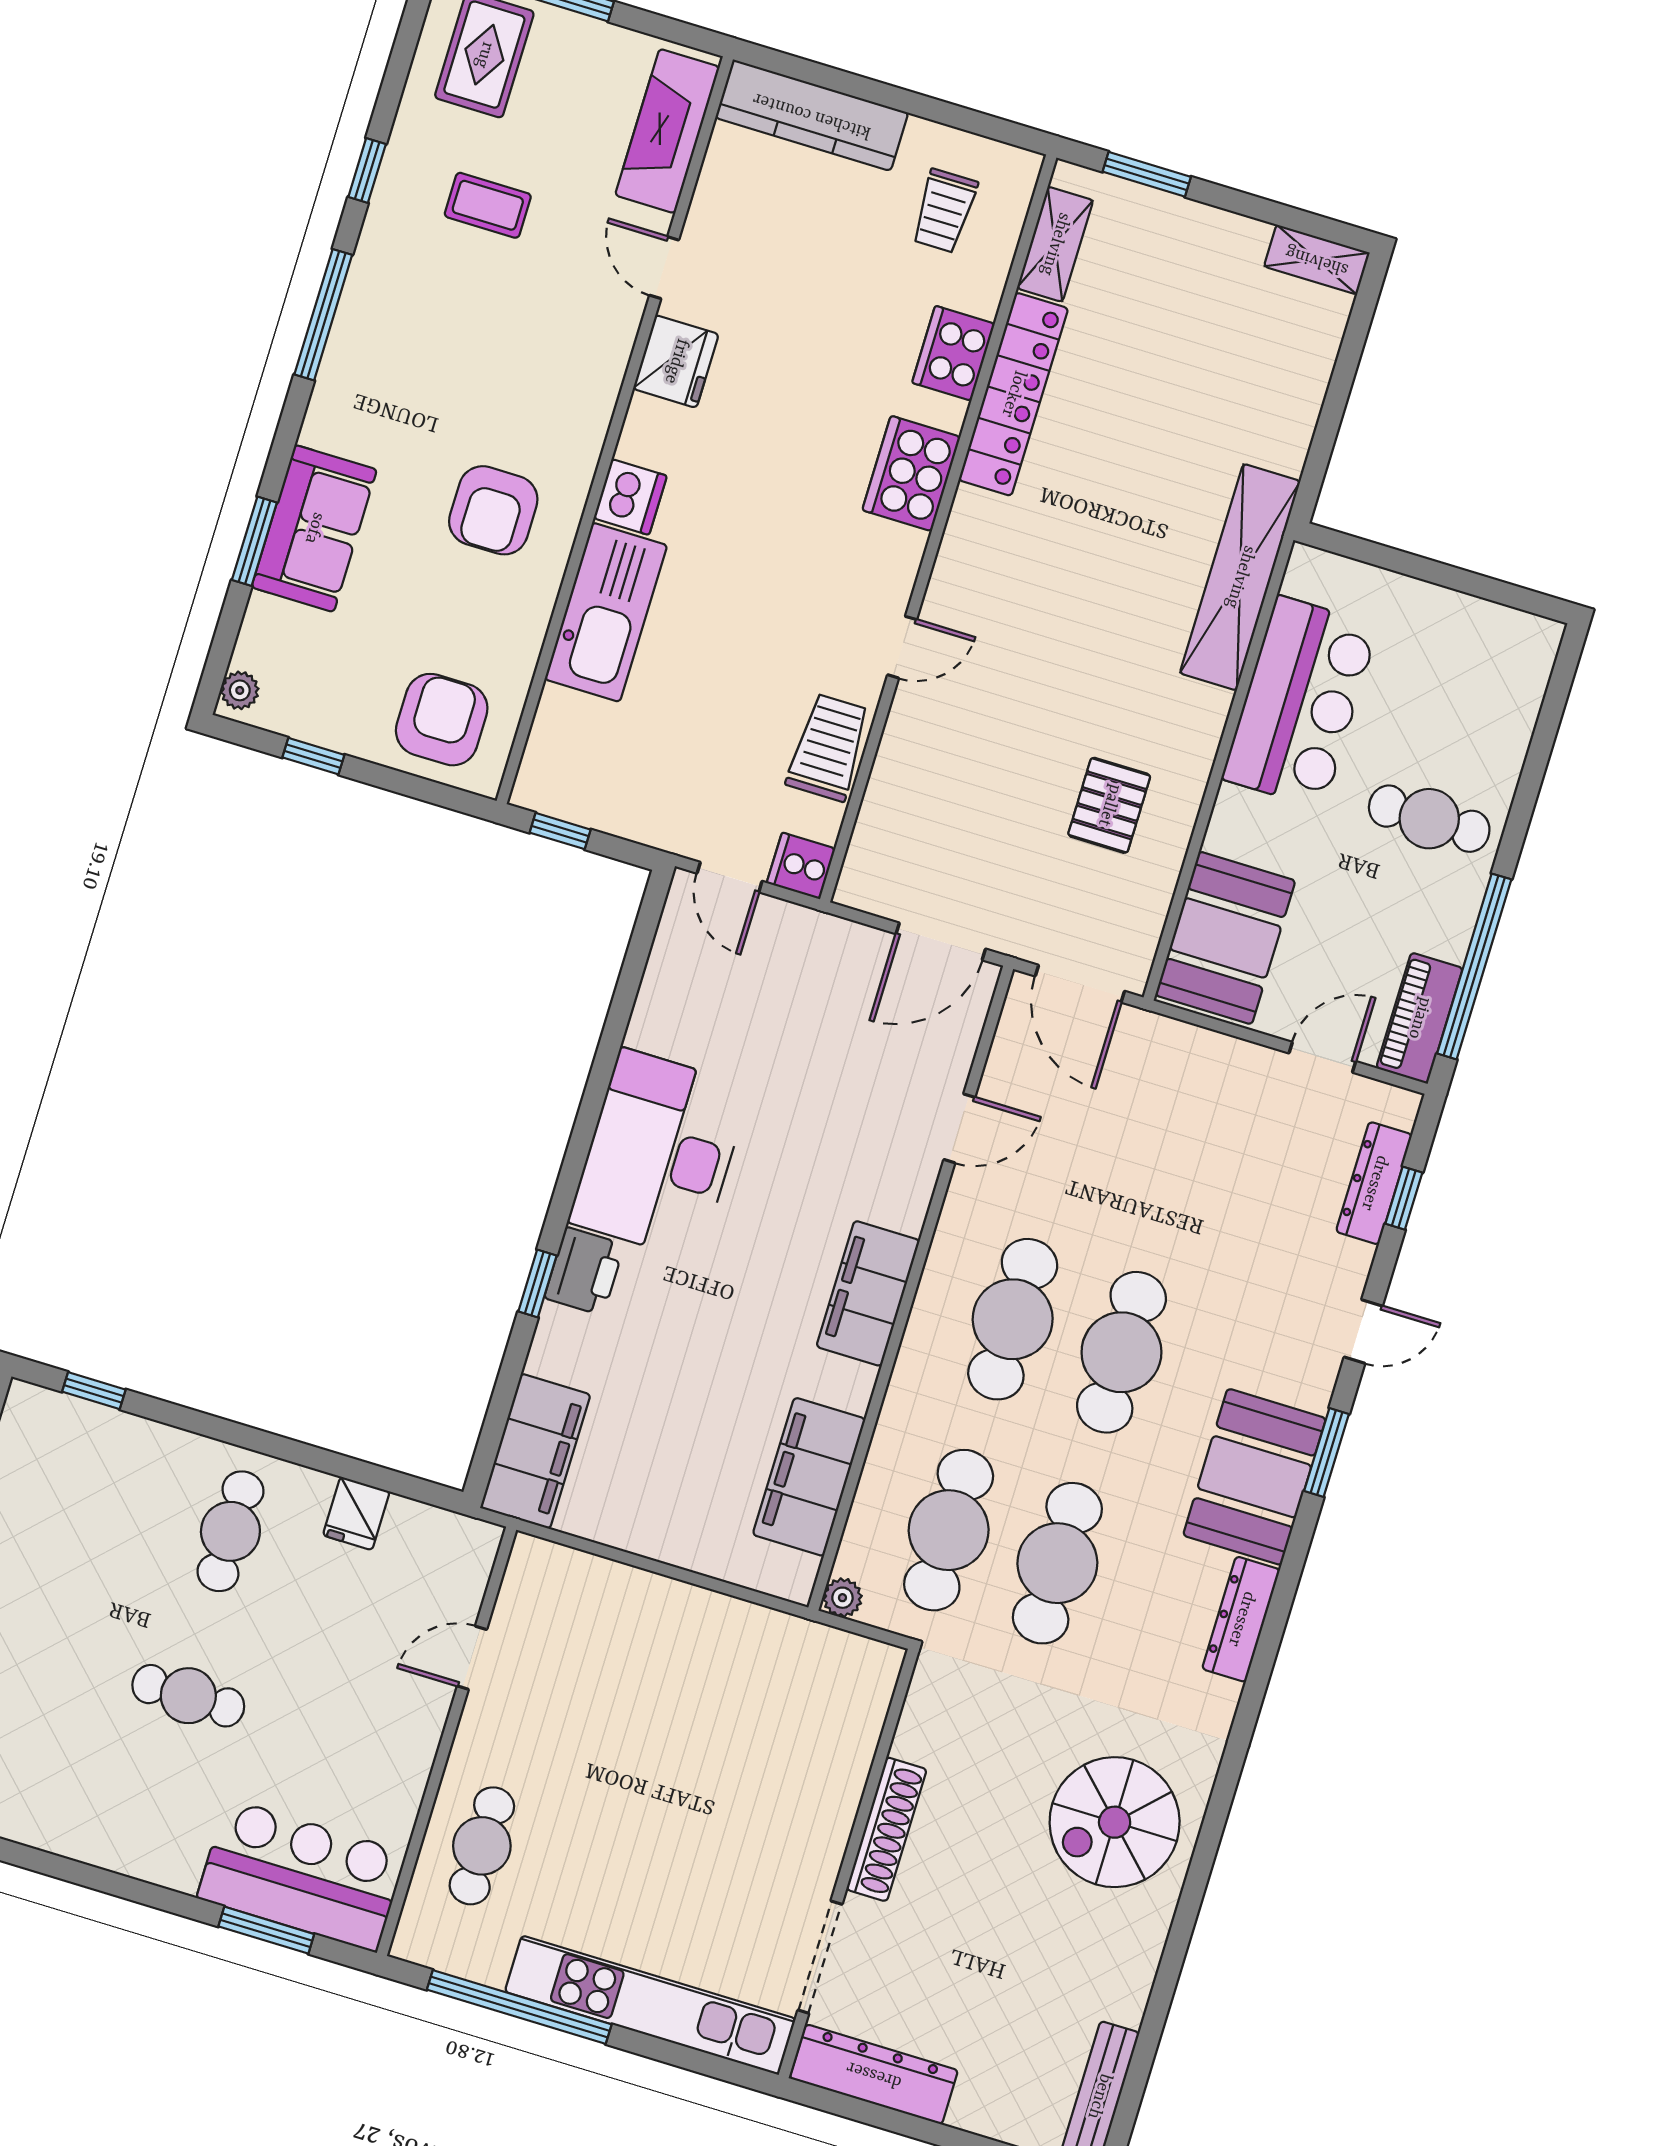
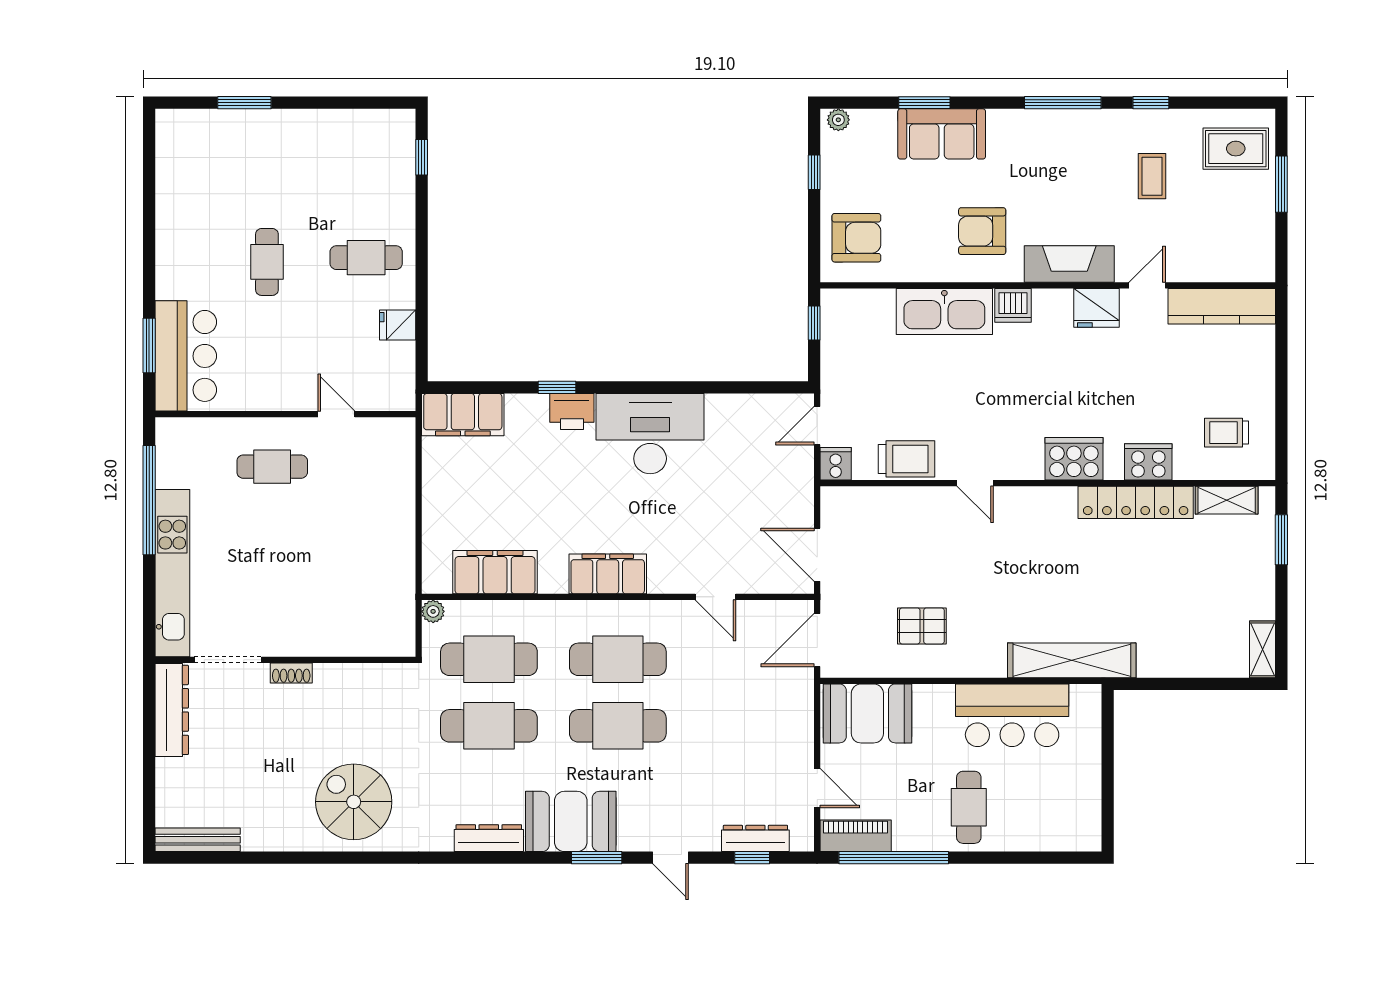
kitchen counter: (812, 115) -> (1222, 306), moved, turned -90
fireplace: (667, 131) -> (1069, 264), moved
shoe rack: (886, 1829) -> (291, 673), width x0.51, depth x0.81
cafe table: (482, 1846) -> (272, 467), moved

